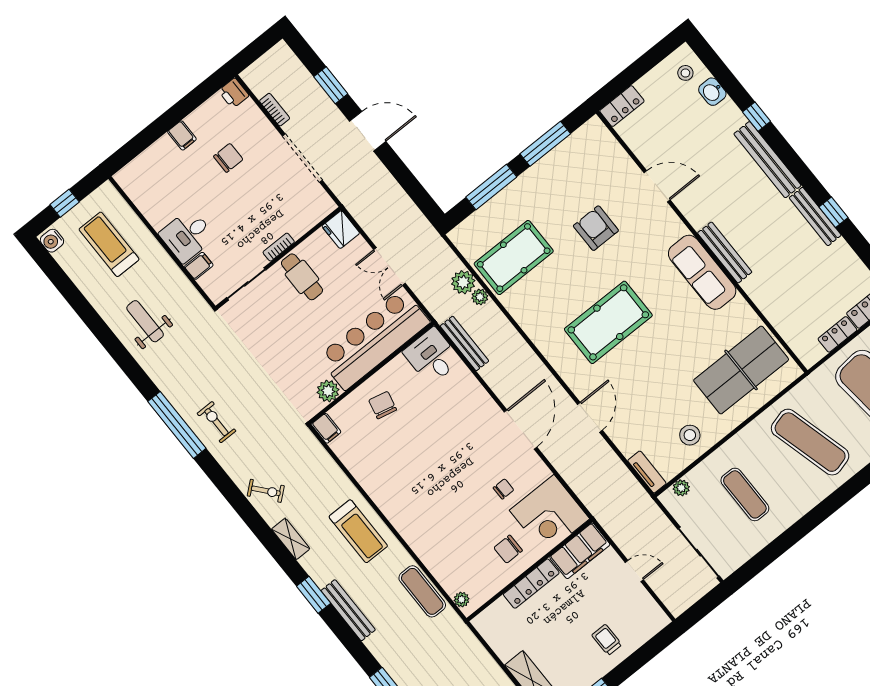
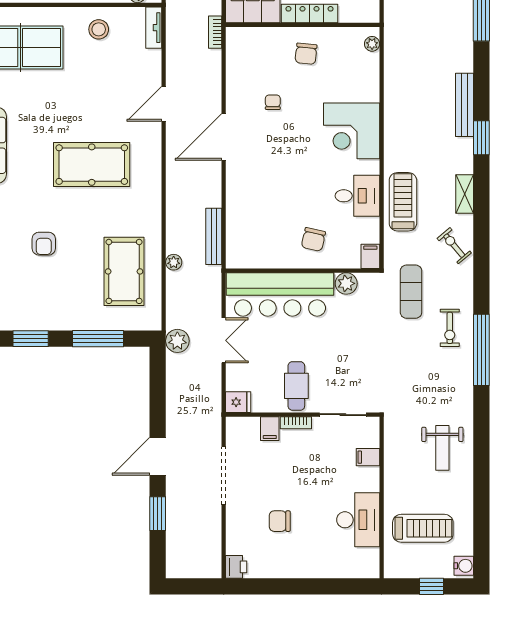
bookcase: (275, 110) -> (215, 32), moved
door: (368, 131) -> (158, 456), hinge flipped
filing cabinet: (182, 135) -> (270, 429), moved, turned 180
window: (545, 144) -> (31, 339), width x0.69
armchair: (596, 228) -> (44, 244), width x0.72, depth x0.72
fridge: (341, 230) -> (238, 402), width x0.72
desk: (187, 235) -> (358, 520), moved, width x1.37
treadmill: (109, 244) -> (423, 528), turned -90
pool table: (514, 258) -> (124, 271), turned 90
plant: (463, 282) -> (177, 341), moved
desk: (432, 356) -> (357, 196), moved, turned -90
chair: (504, 489) -> (273, 102), turned 90
corner desk: (550, 515) -> (352, 131), moved, turned 180
treadmill: (358, 531) -> (403, 202), moved
chair: (508, 549) -> (306, 54), turned 96
exercise mat: (422, 591) -> (411, 292), moved

